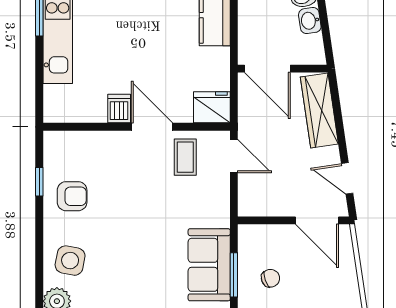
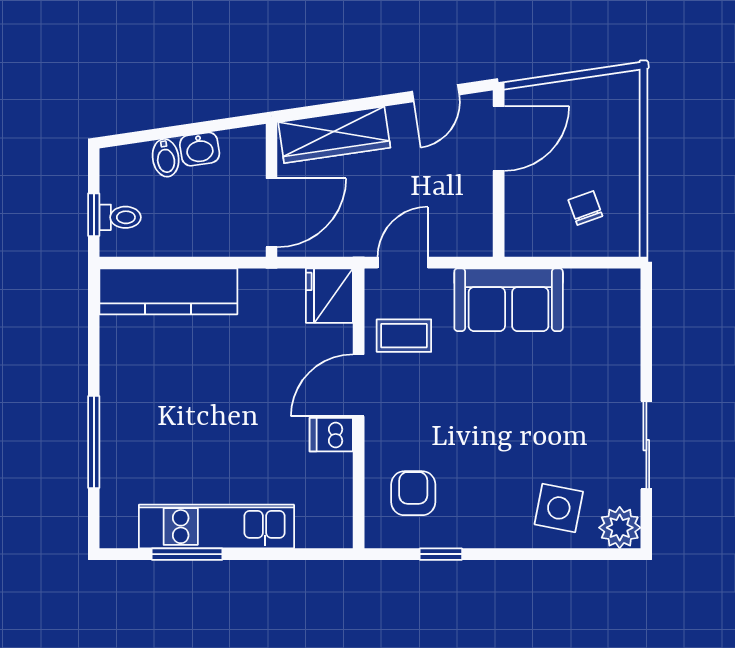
armchair: (72, 196) -> (413, 493), moved
sofa: (209, 265) -> (509, 300), moved
window: (234, 275) -> (580, 263), removed

